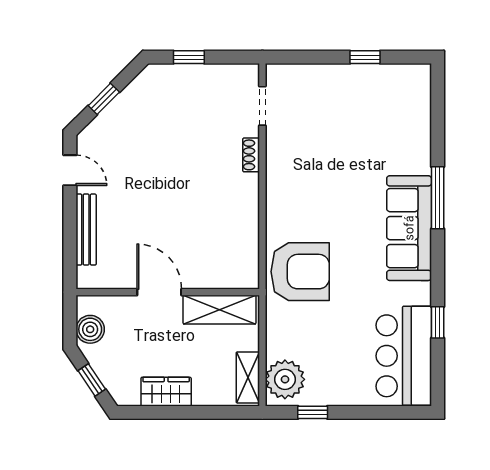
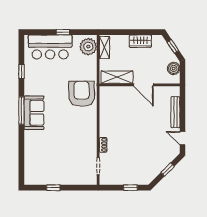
window: (438, 198) -> (21, 111), moved
sofa: (409, 228) -> (34, 113), width x0.73
armchair: (300, 272) -> (82, 94), turned 89
bar counter: (404, 356) -> (50, 47), moved, turned 90
window: (313, 412) -> (63, 32), moved

